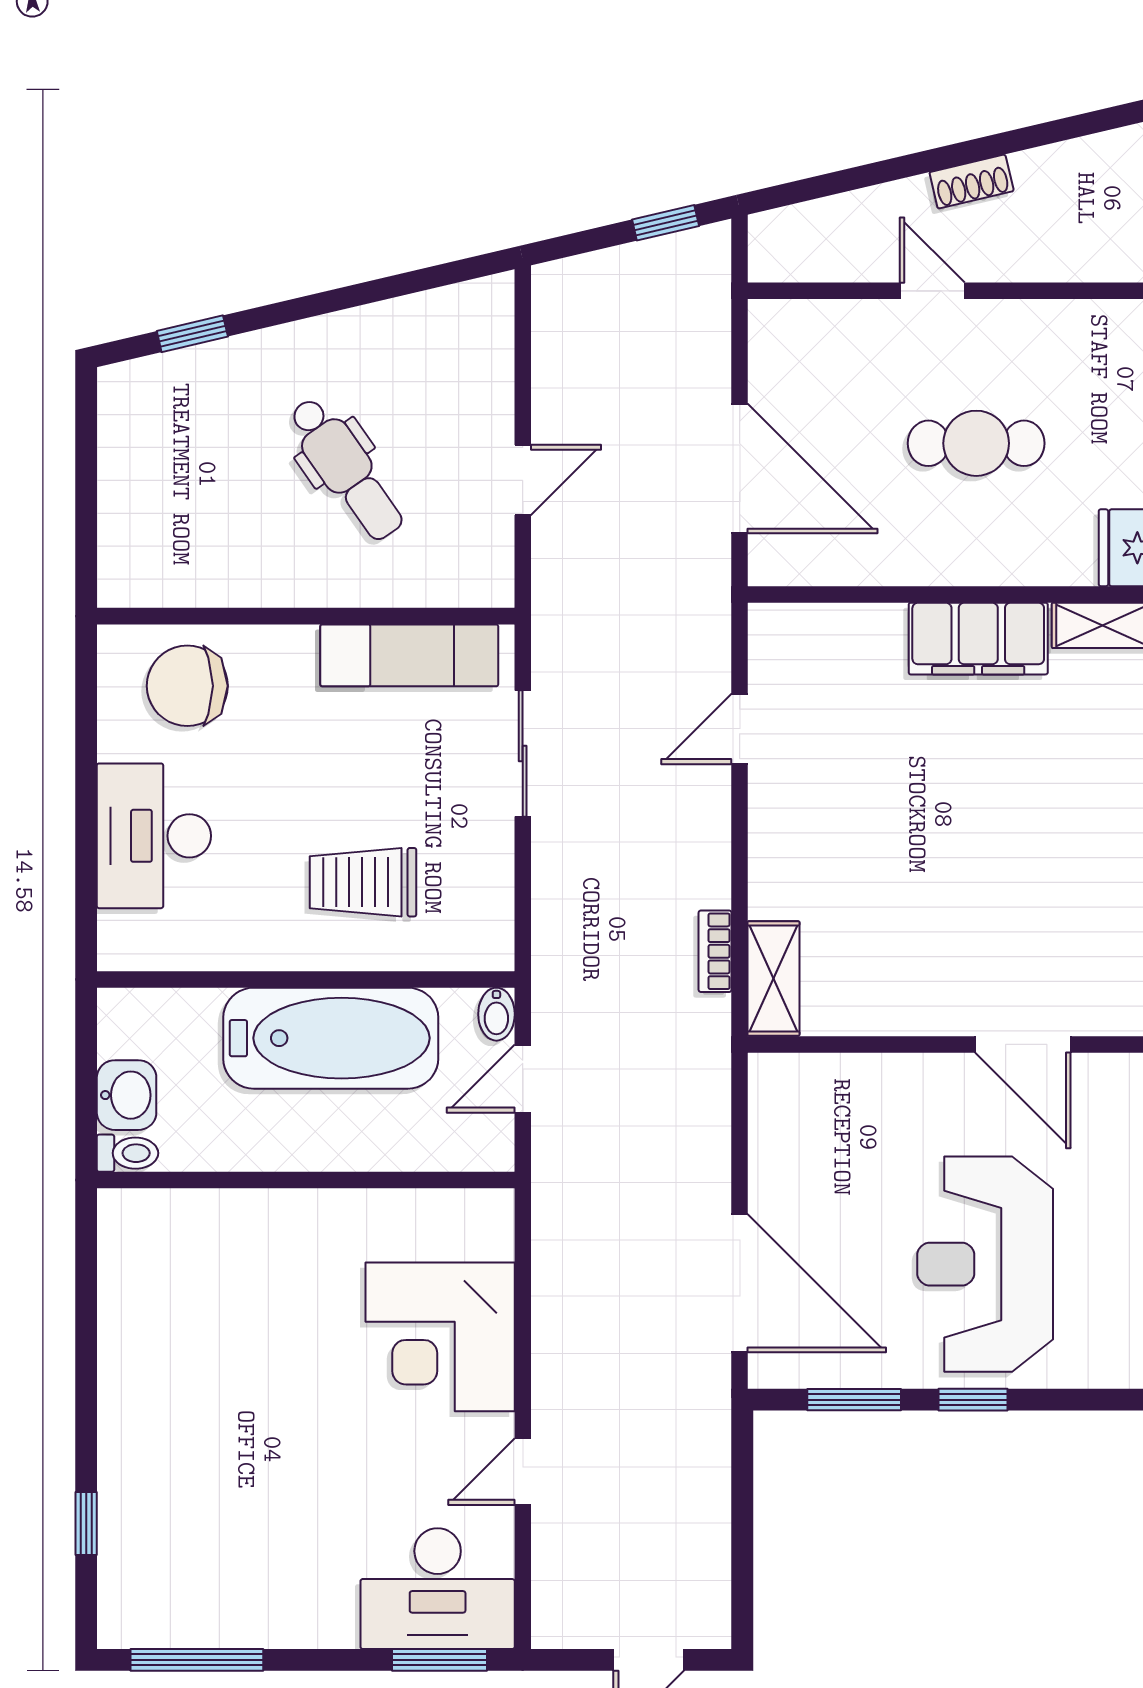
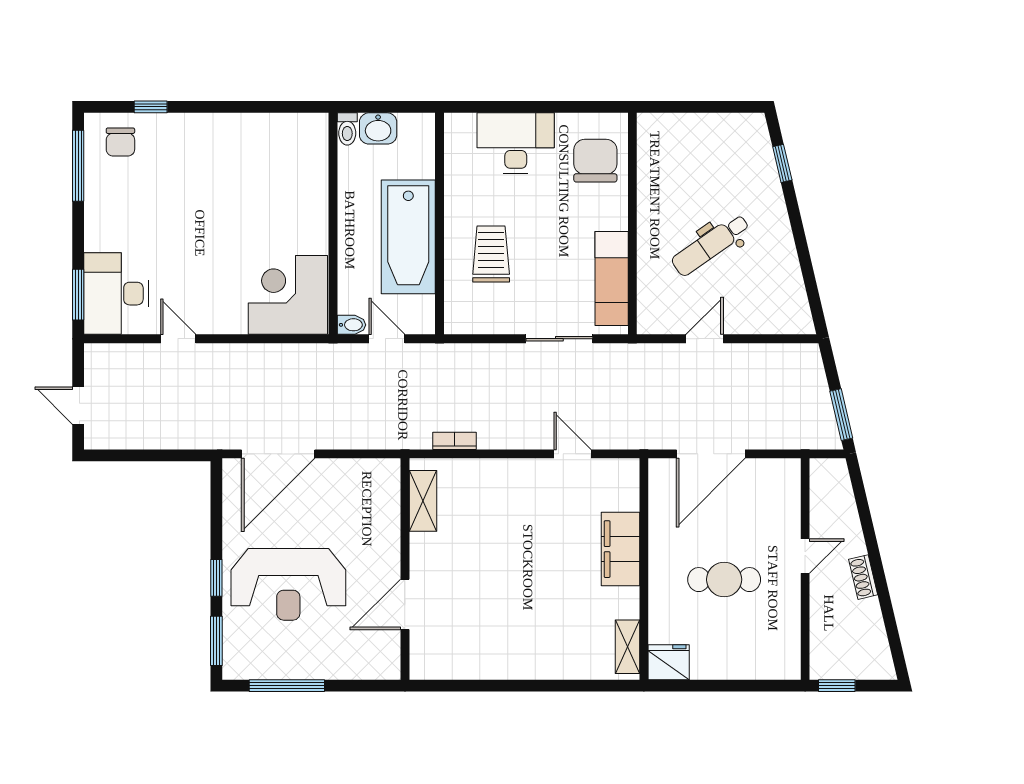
window: (666, 223) -> (841, 415), width x1.50
cafe table: (976, 443) -> (724, 580), turned 90
door: (523, 480) -> (705, 339), swing flipped
filing cabinet: (978, 639) -> (620, 549), moved
shelving: (774, 978) -> (423, 501), moved, turned 90
bidet: (496, 1014) -> (351, 325), moved, turned 180
reception desk: (985, 1264) -> (288, 584), turned 180
corner desk: (440, 1337) -> (288, 295), moved
window: (854, 1400) -> (216, 641), moved
chair: (152, 1580) -> (120, 142), added

